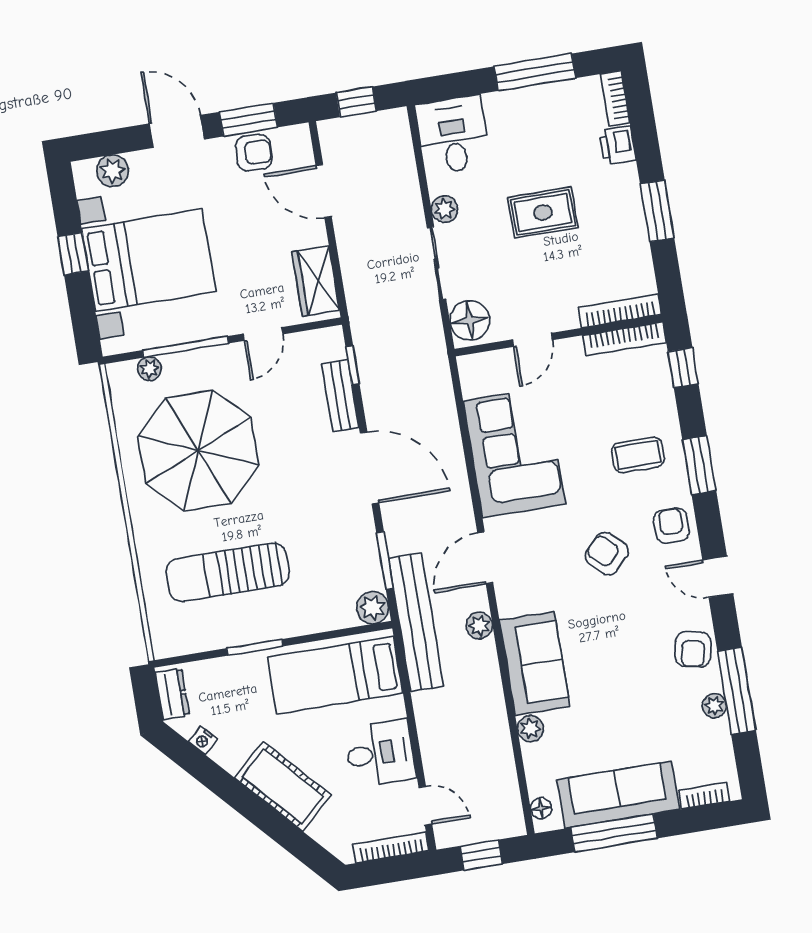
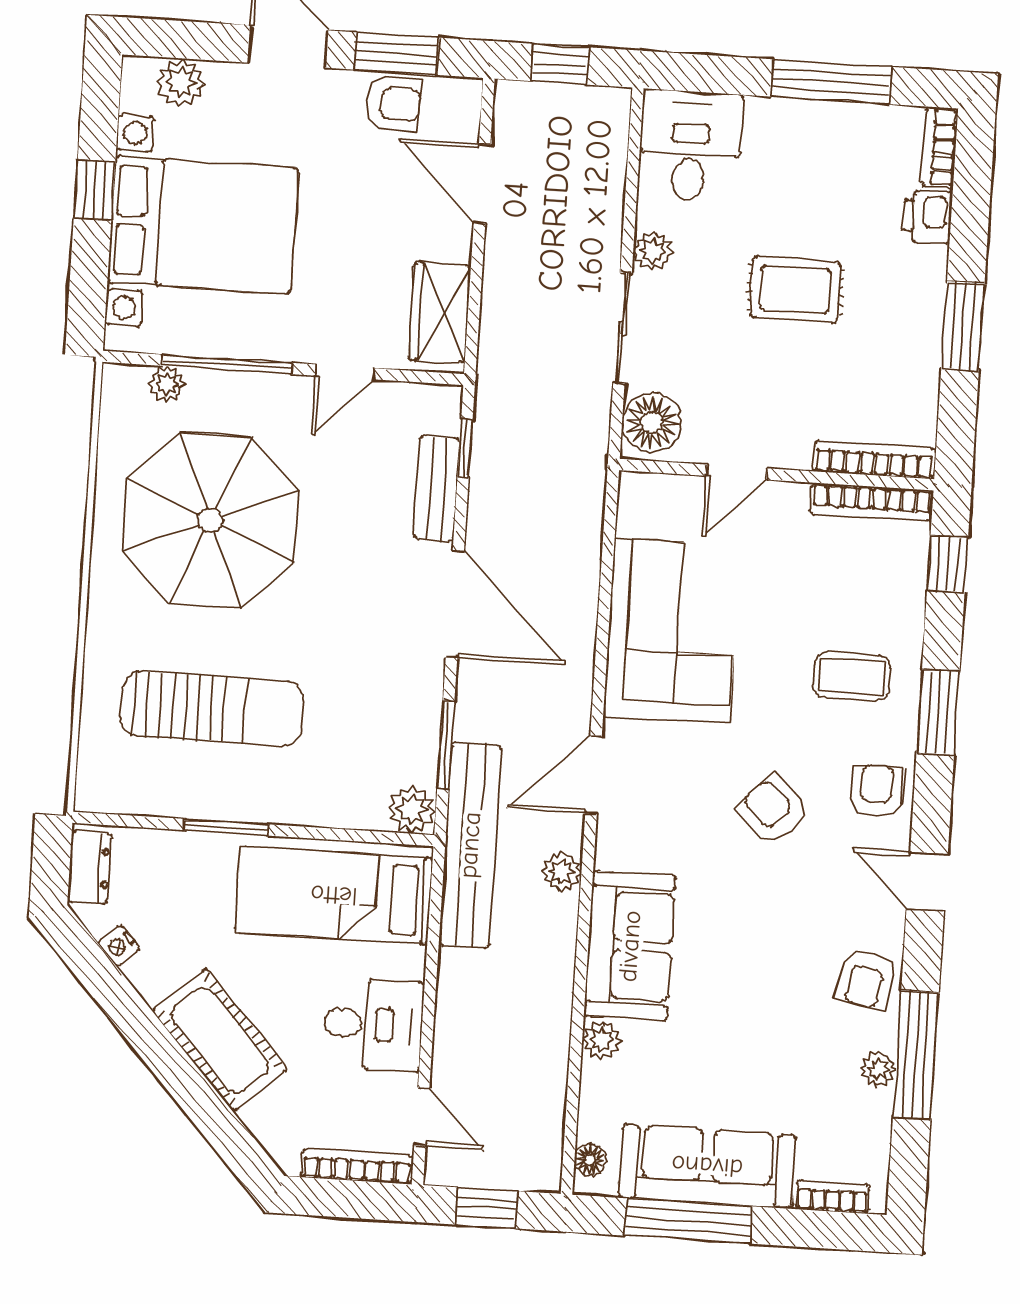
sun lounger: (228, 572) -> (212, 708), turned 180

